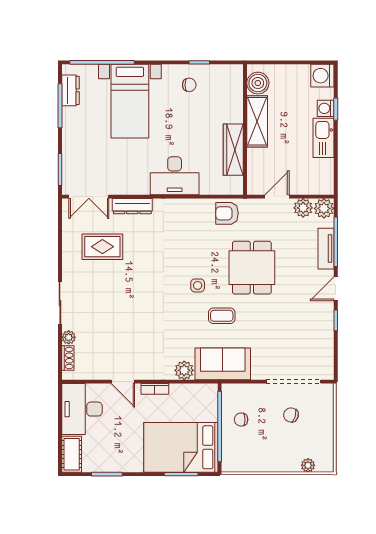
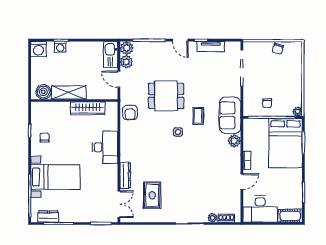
kitchen sink: (323, 138) -> (111, 55), moved, turned 90
tv unit: (326, 249) -> (211, 47), moved
chair: (291, 415) -> (278, 49), moved
plant: (308, 465) -> (298, 112), moved

